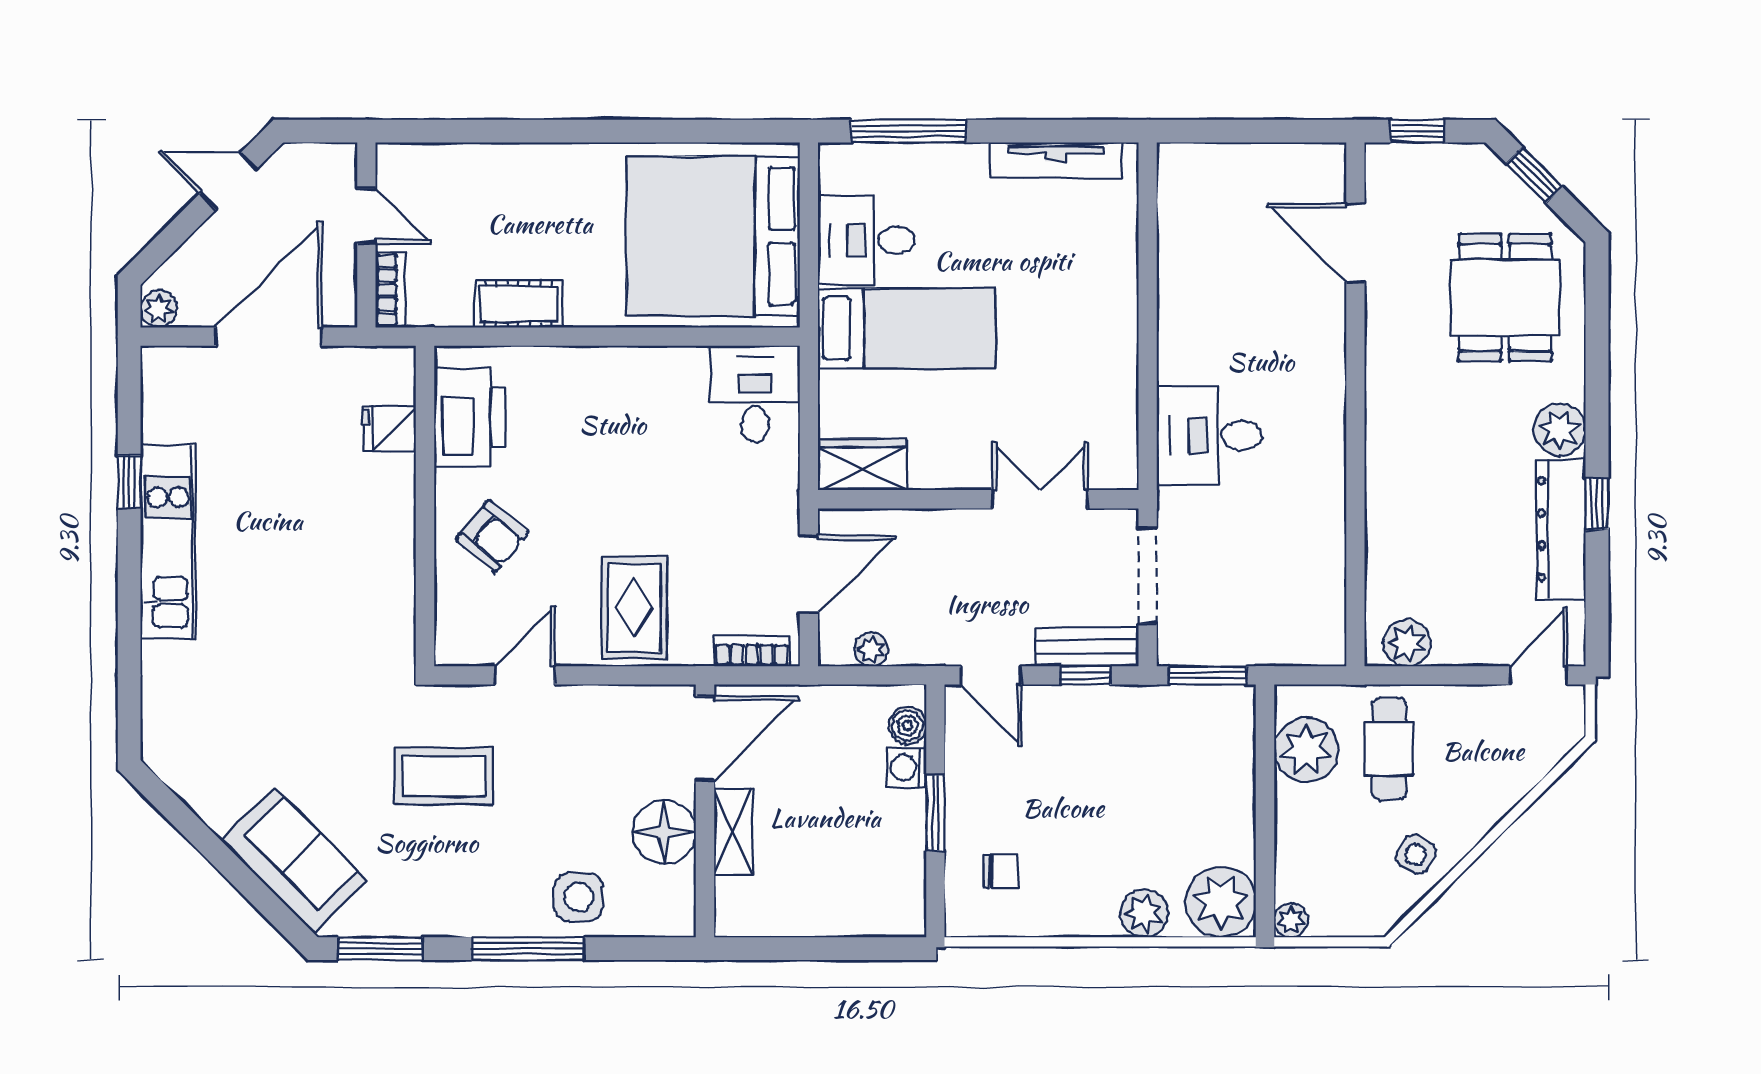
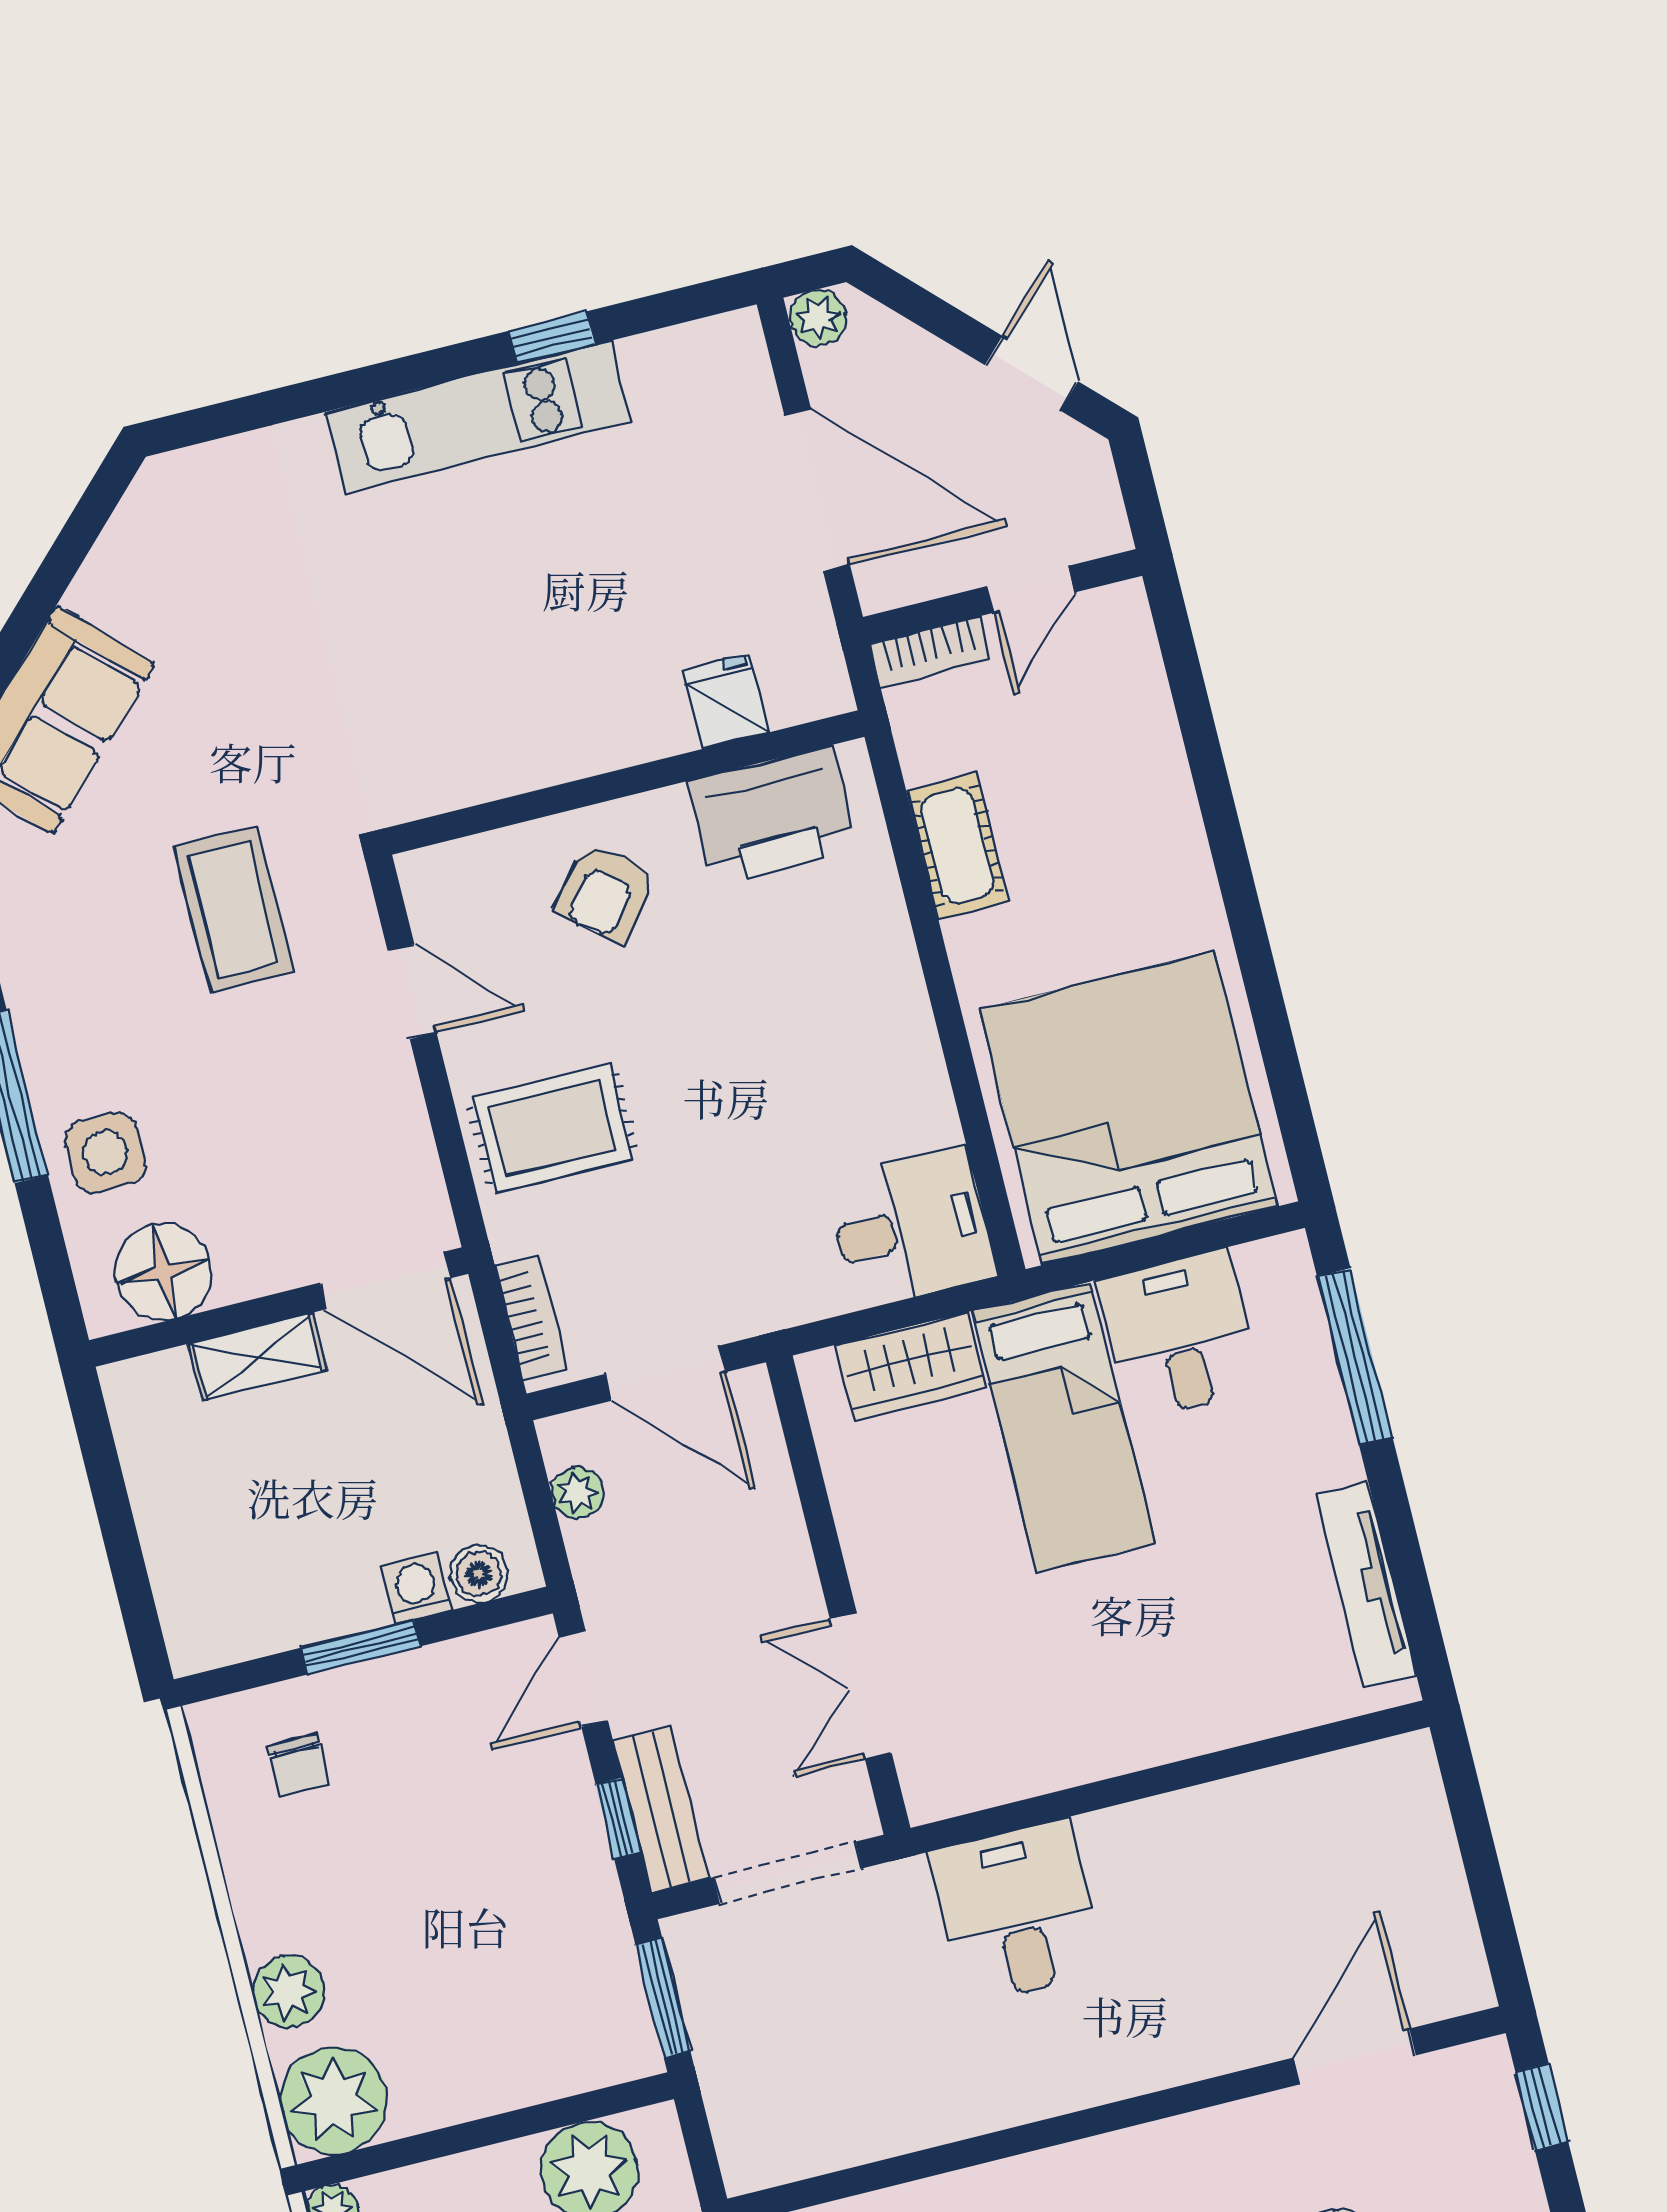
wardrobe: (862, 464) -> (911, 1366), moved, turned 90
double door: (1040, 499) -> (861, 1686), swing flipped
floor lamp: (664, 832) -> (163, 1272), moved

